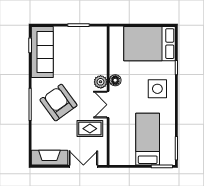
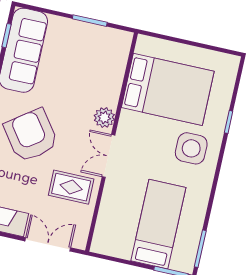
bed: (150, 44) -> (168, 89), moved, turned 180
floor lamp: (115, 80) -> (128, 120), removed

